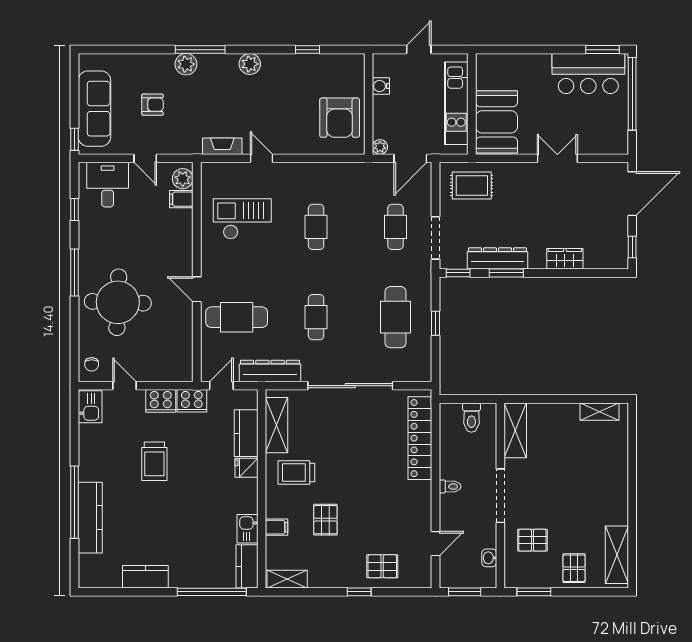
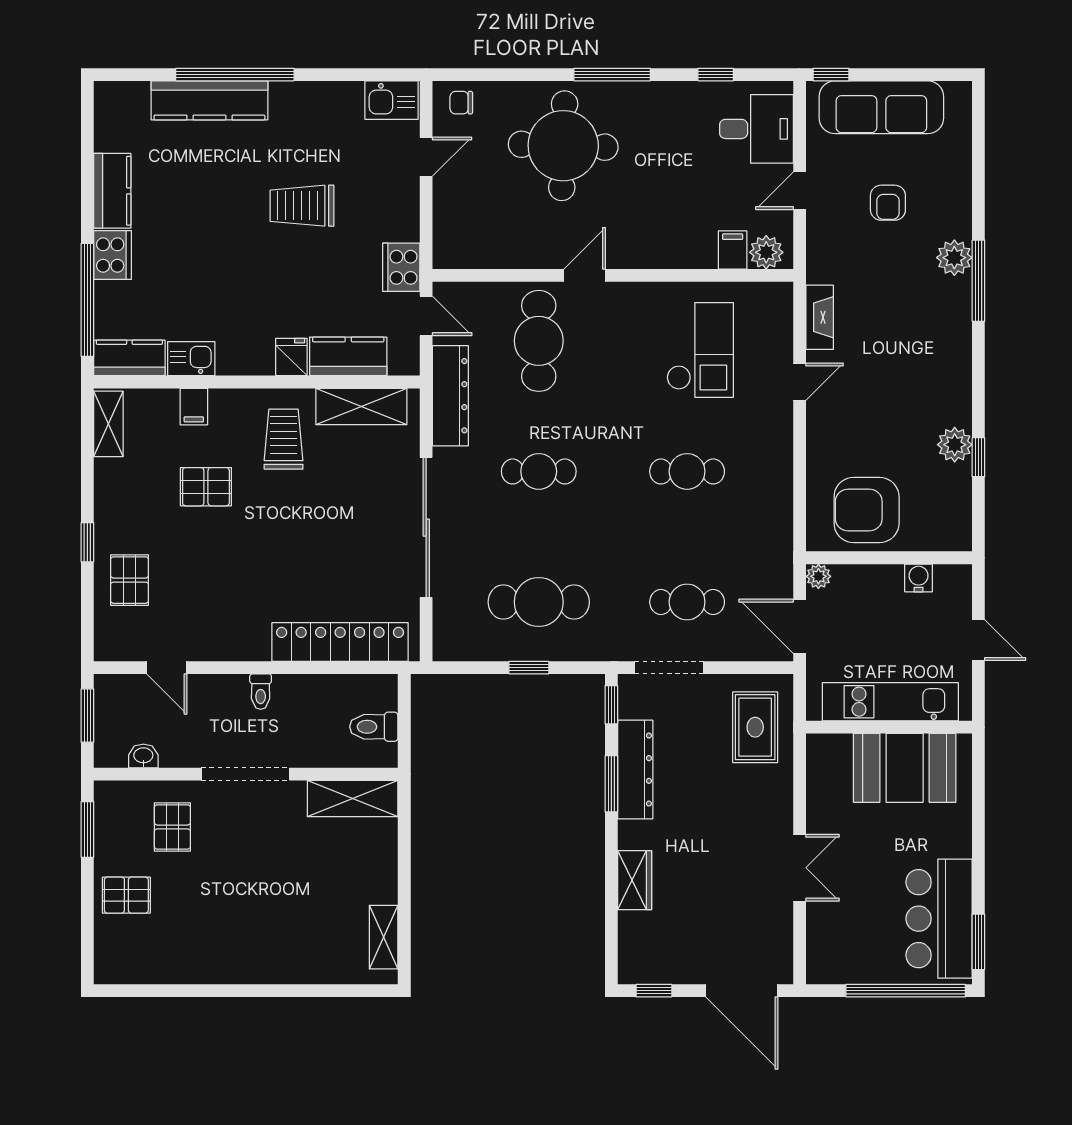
plant: (250, 64) -> (955, 445), moved
booth: (497, 122) -> (905, 768), moved
cooker: (161, 401) -> (112, 255), moved, turned 180
shelving: (617, 555) -> (148, 965), removed

